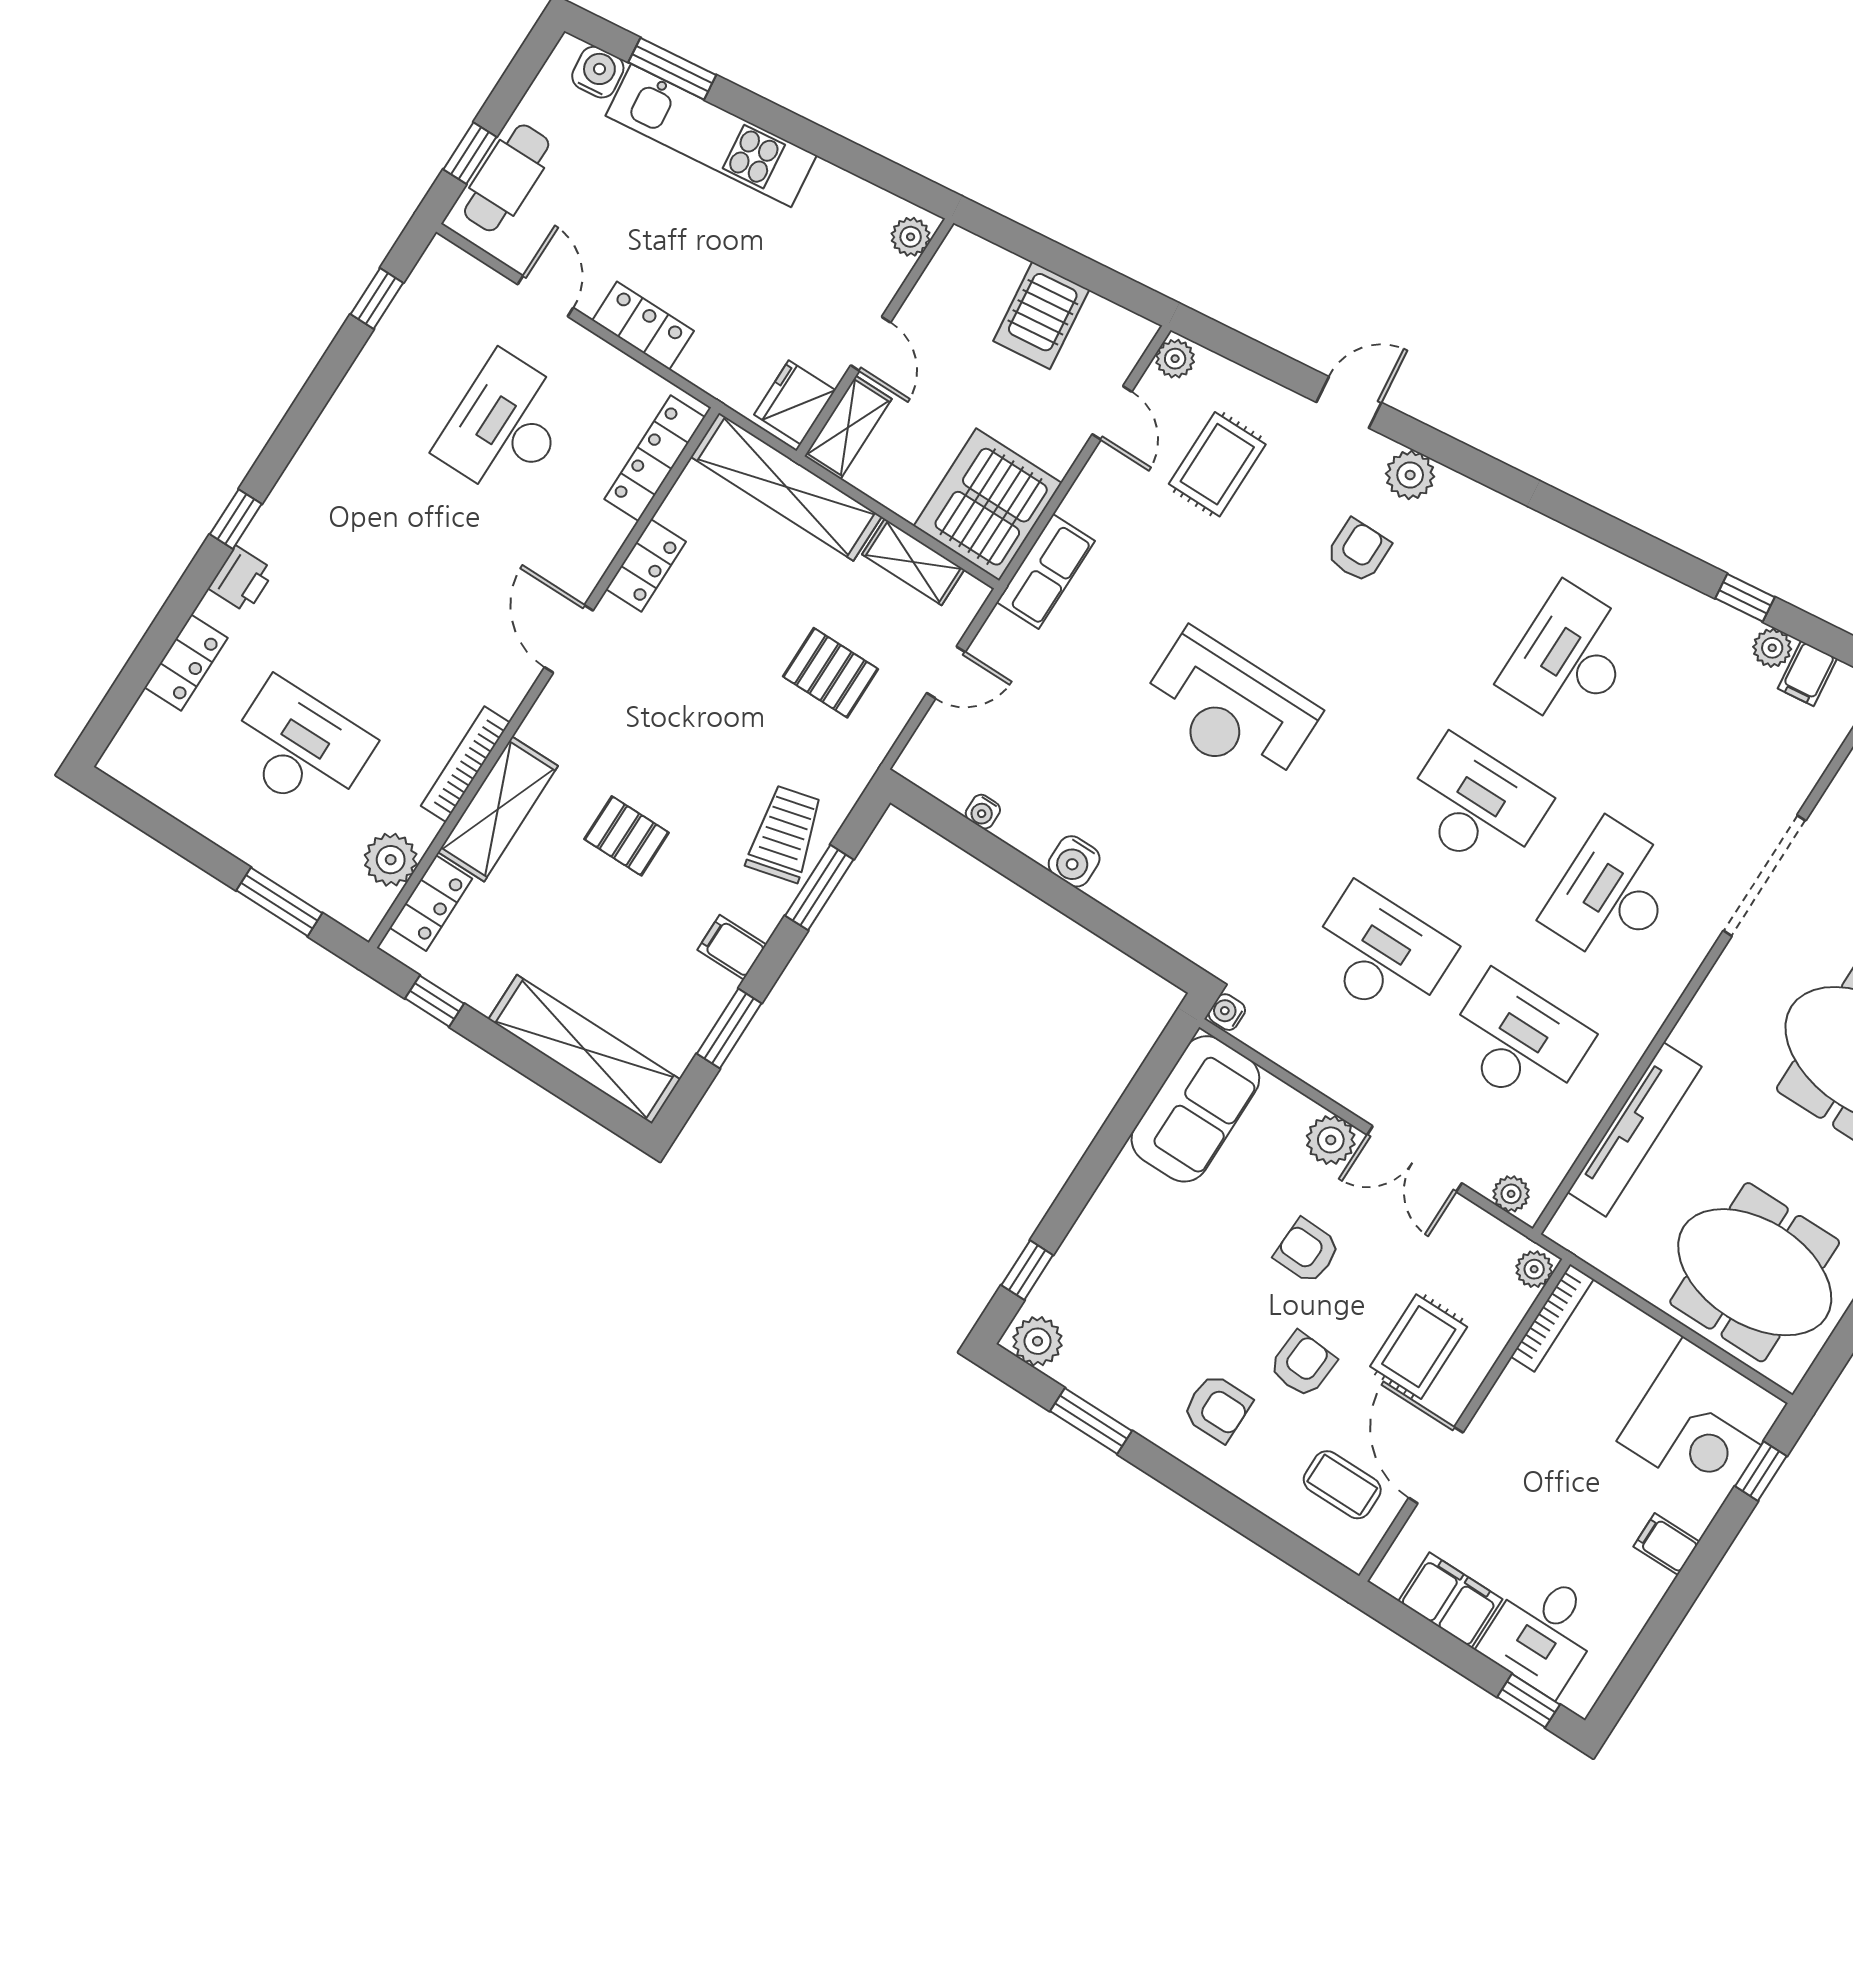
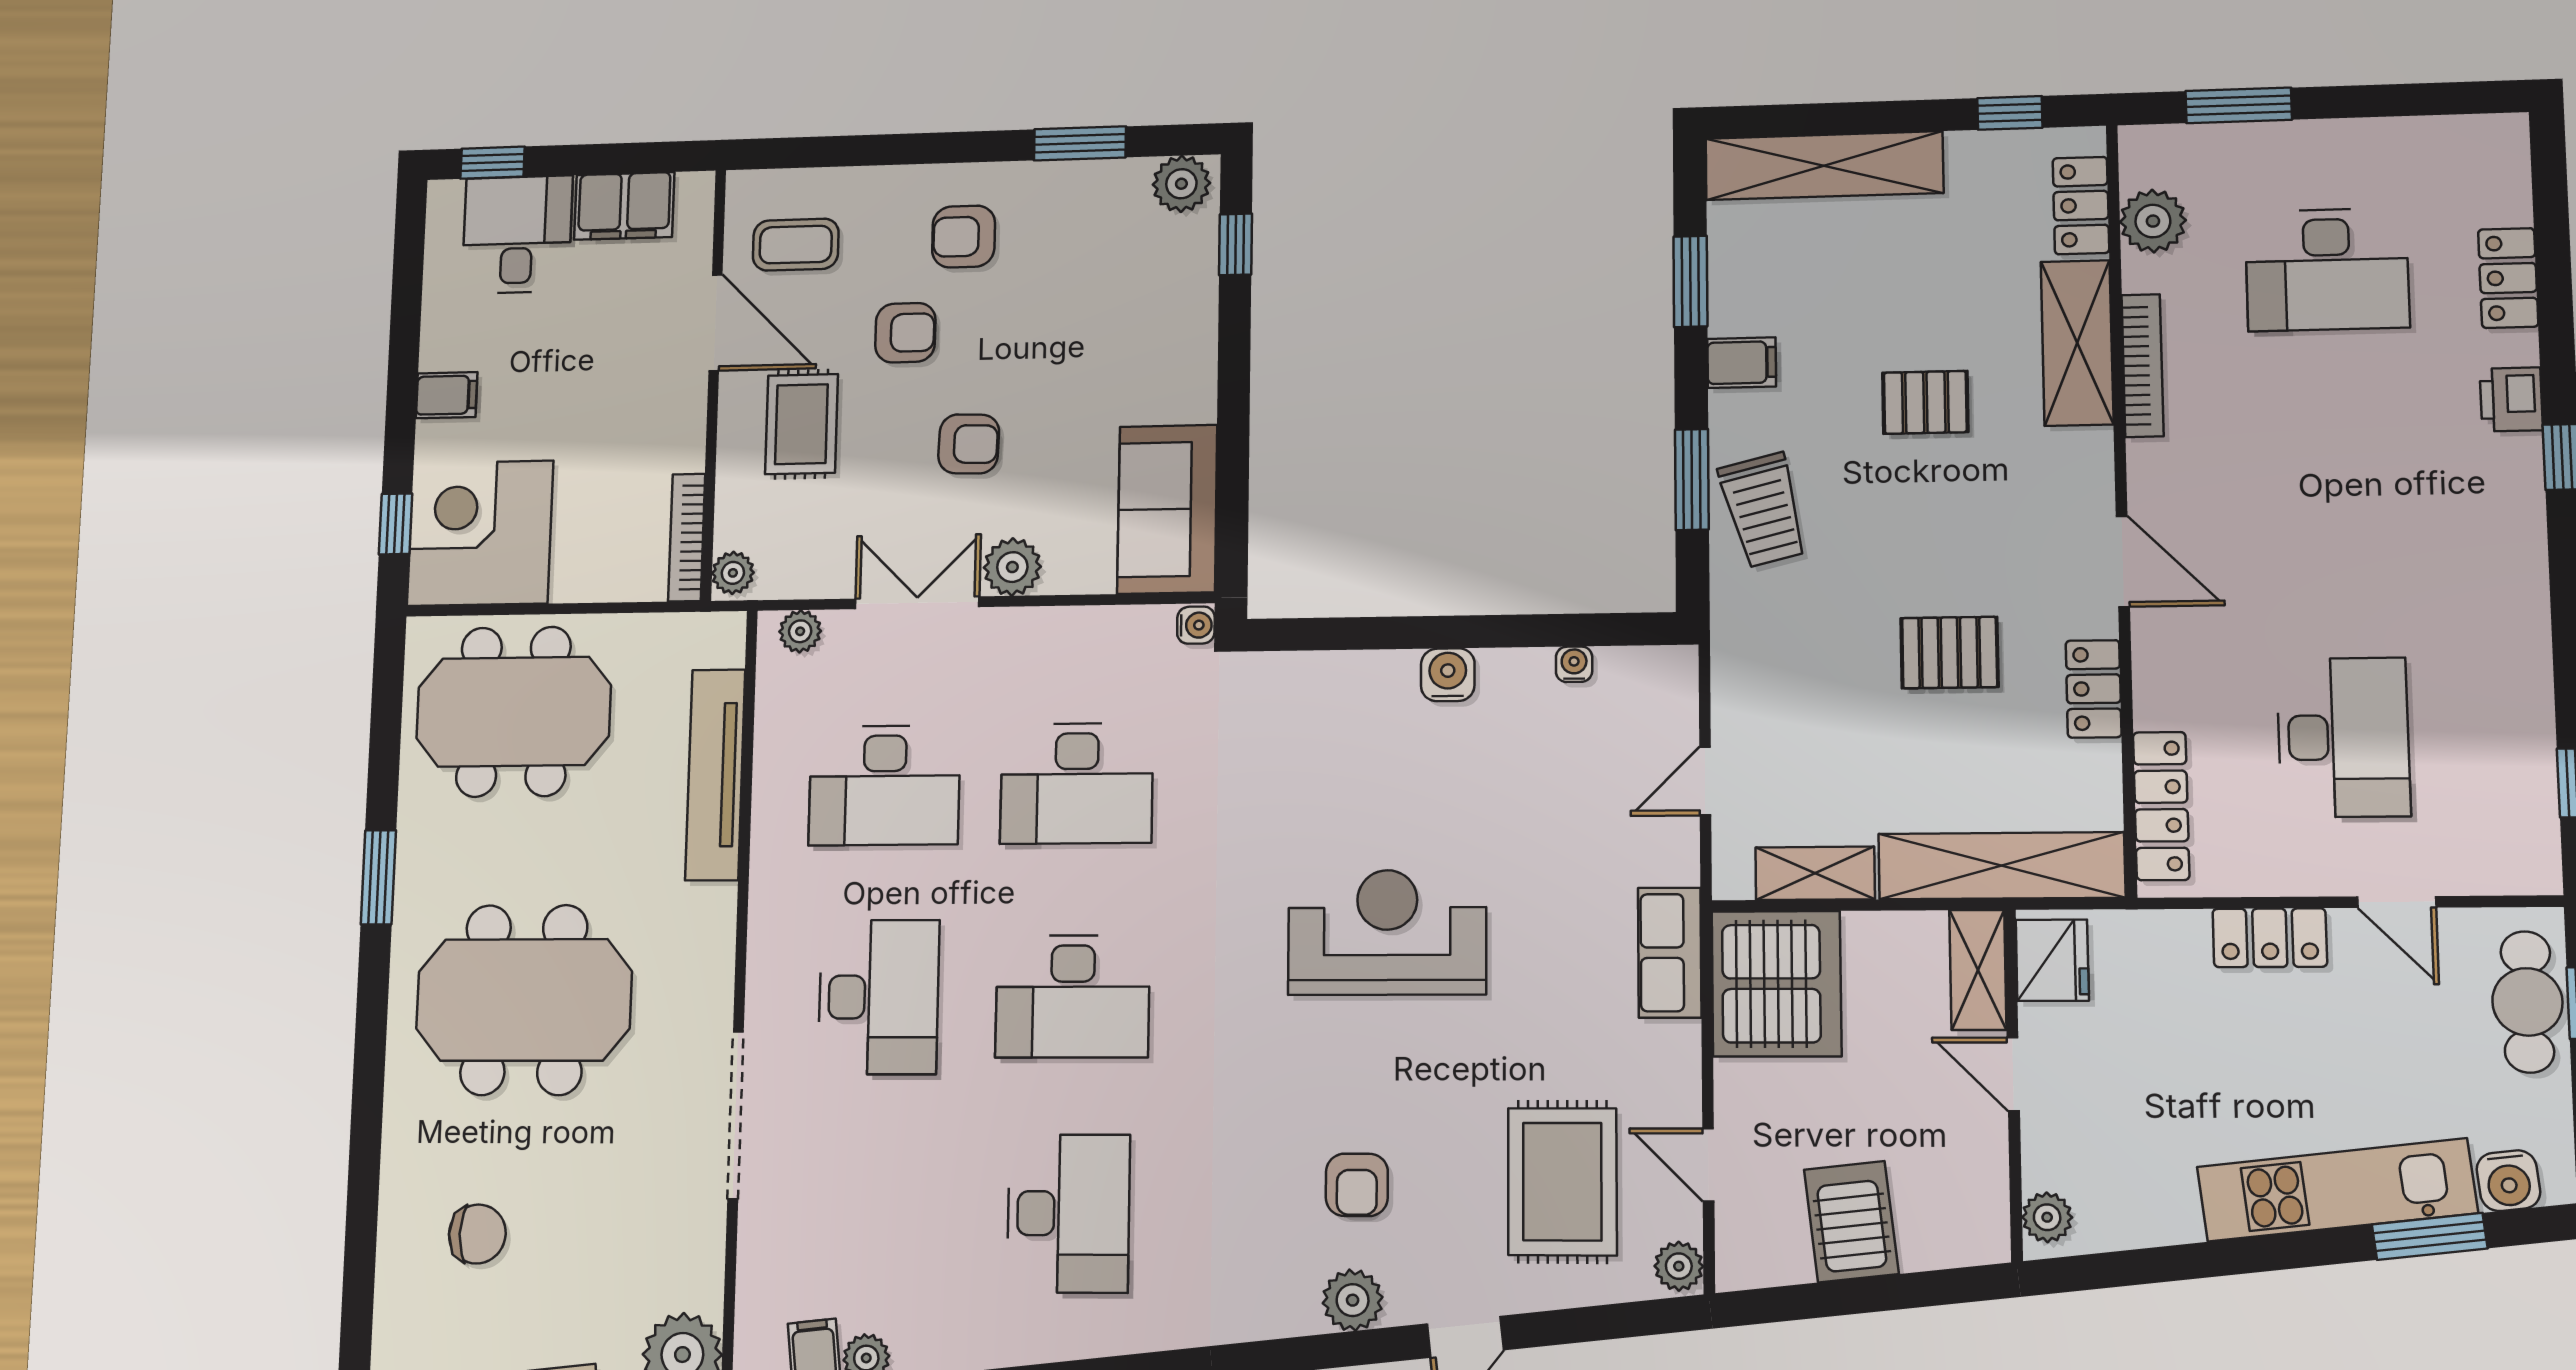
rug: (1217, 464) -> (1562, 1182), width x1.36, depth x1.43
pallet: (831, 673) -> (1949, 653), moved
armchair: (1303, 1364) -> (905, 333), turned -94

